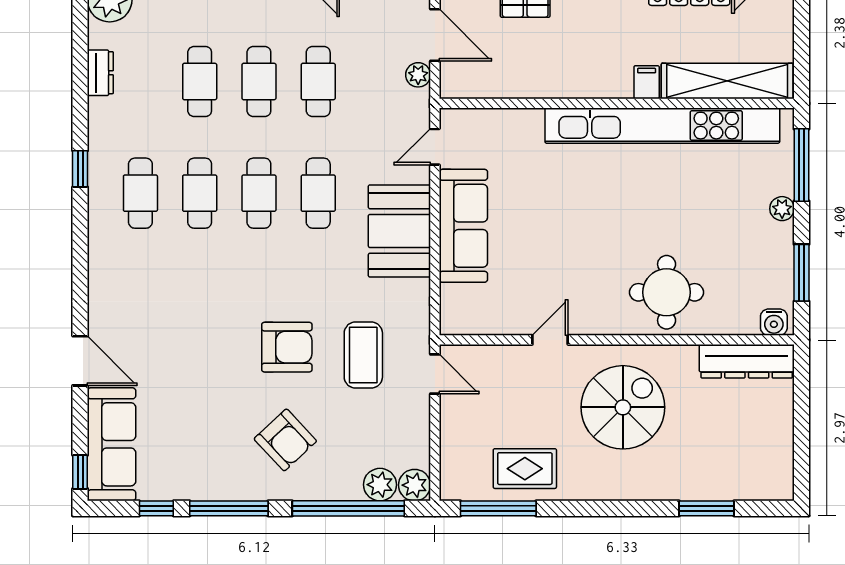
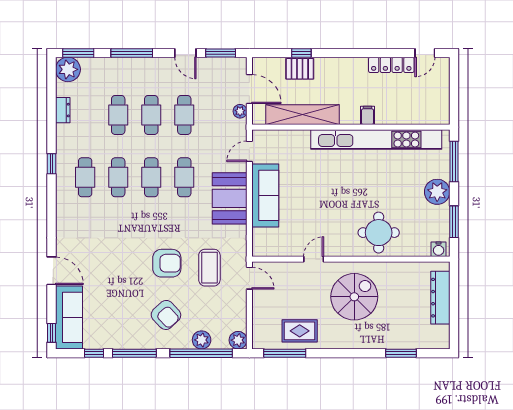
shelving: (727, 81) -> (303, 115), moved
plant: (782, 209) -> (437, 192), width x1.88, depth x1.88
dresser: (747, 361) -> (440, 298), moved, turned 90
plant: (380, 485) -> (202, 340), moved

